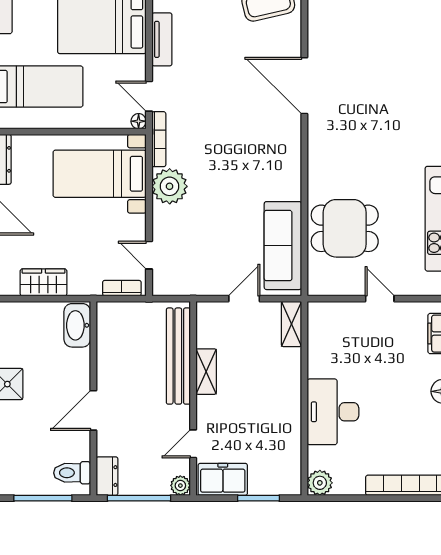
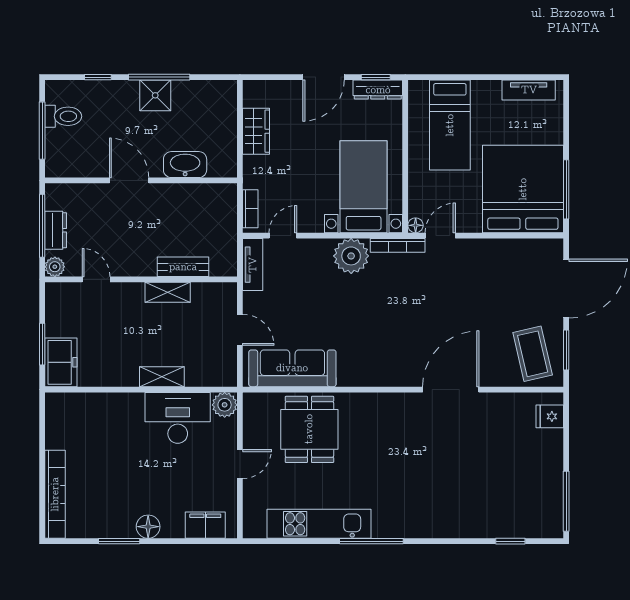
tv unit: (162, 39) -> (253, 265), moved, turned -90
shelving: (291, 324) -> (162, 377), moved
washbasin: (77, 325) -> (185, 165), moved
bench: (178, 356) -> (183, 267), width x0.54, depth x0.82
desk: (333, 412) -> (178, 418), moved
toilet: (72, 473) -> (63, 116), moved, turned 90
dresser: (107, 476) -> (56, 230), moved, turned -90
freezer: (223, 479) -> (61, 362), moved
plant: (320, 483) -> (225, 405), moved

